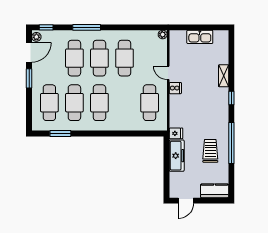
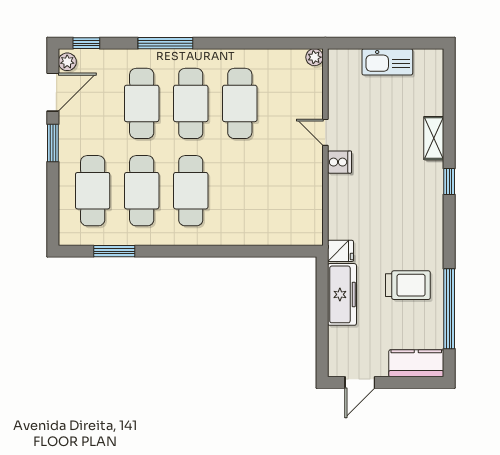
cafe table: (150, 103) -> (289, 191), removed
window: (231, 143) -> (449, 309), moved
trolley: (210, 151) -> (408, 285), turned 90

